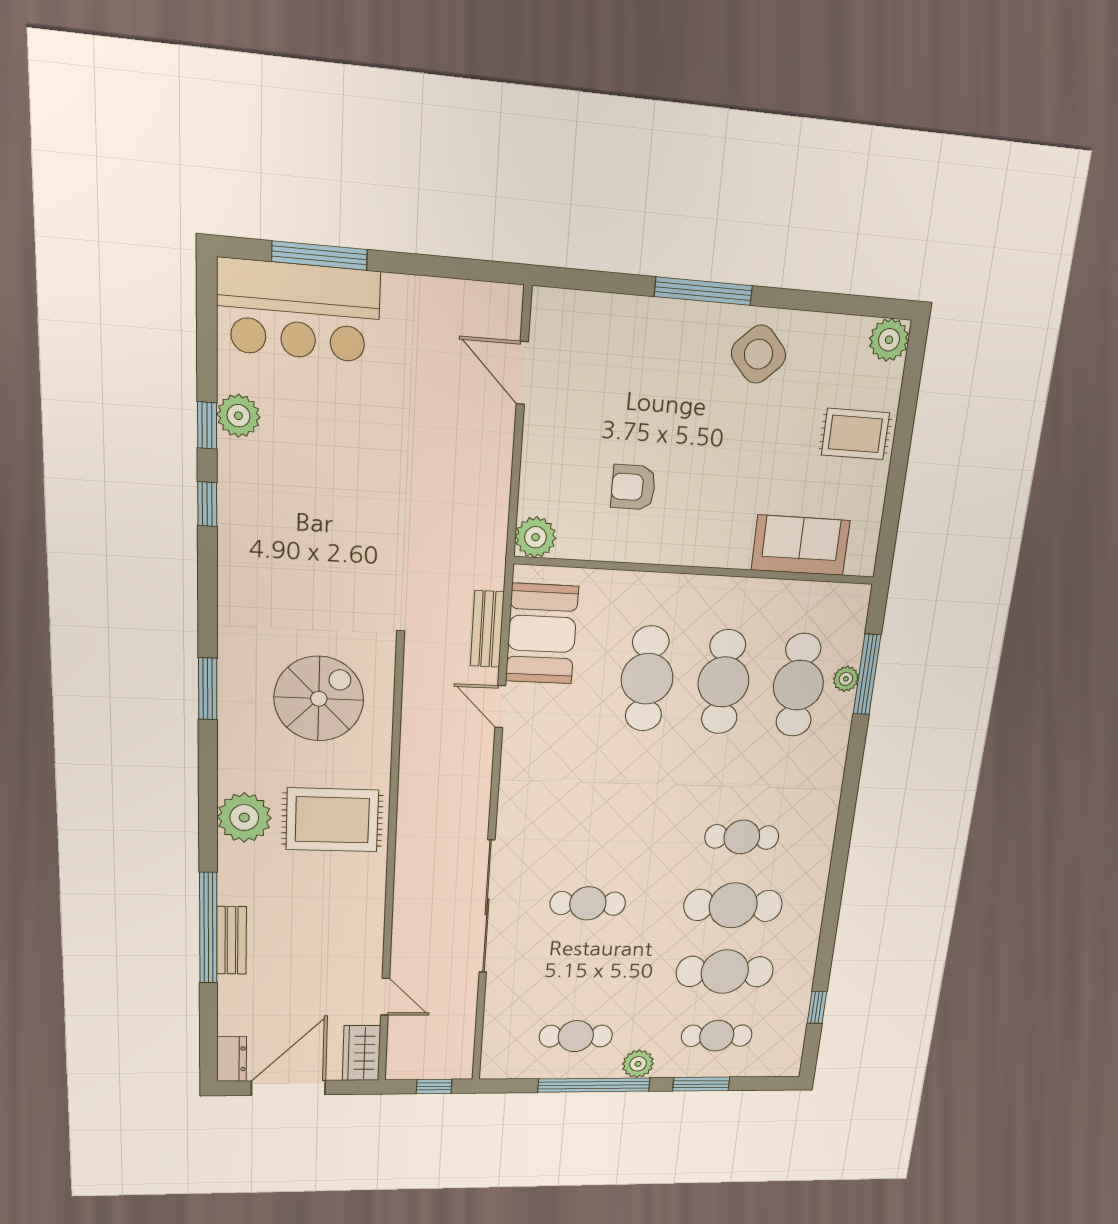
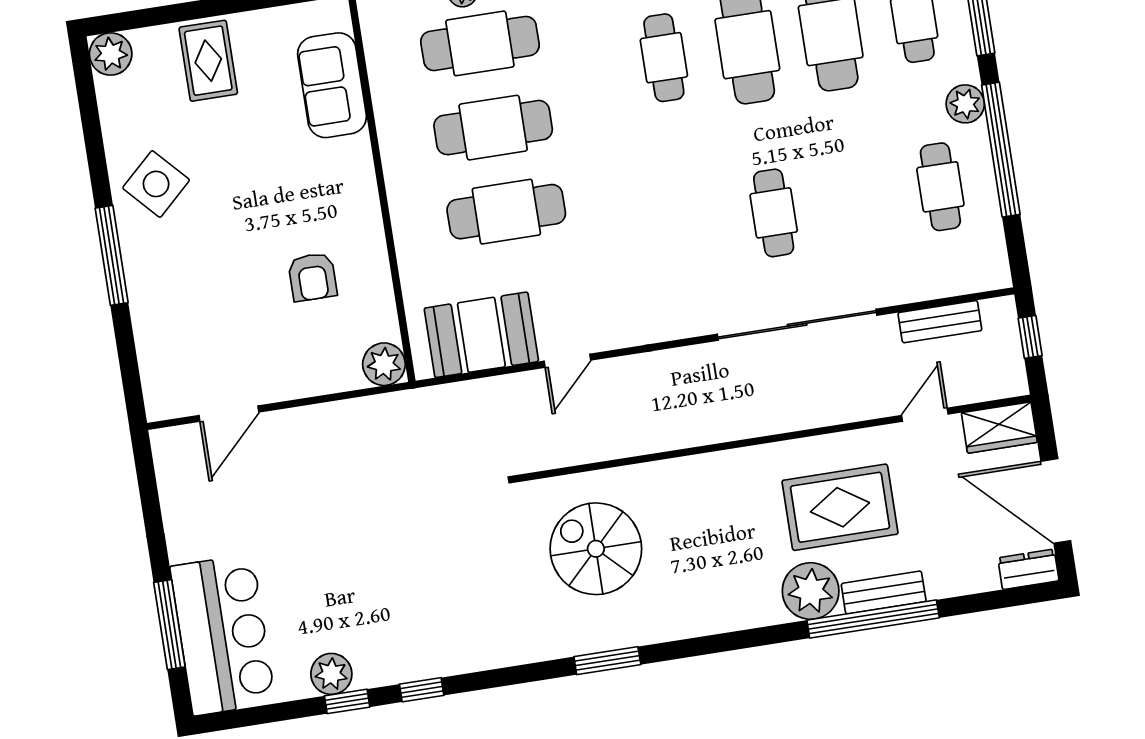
bench: (487, 629) -> (940, 322), moved
plant: (244, 818) -> (811, 591), moved
rug: (332, 820) -> (840, 507), moved, turned 90

